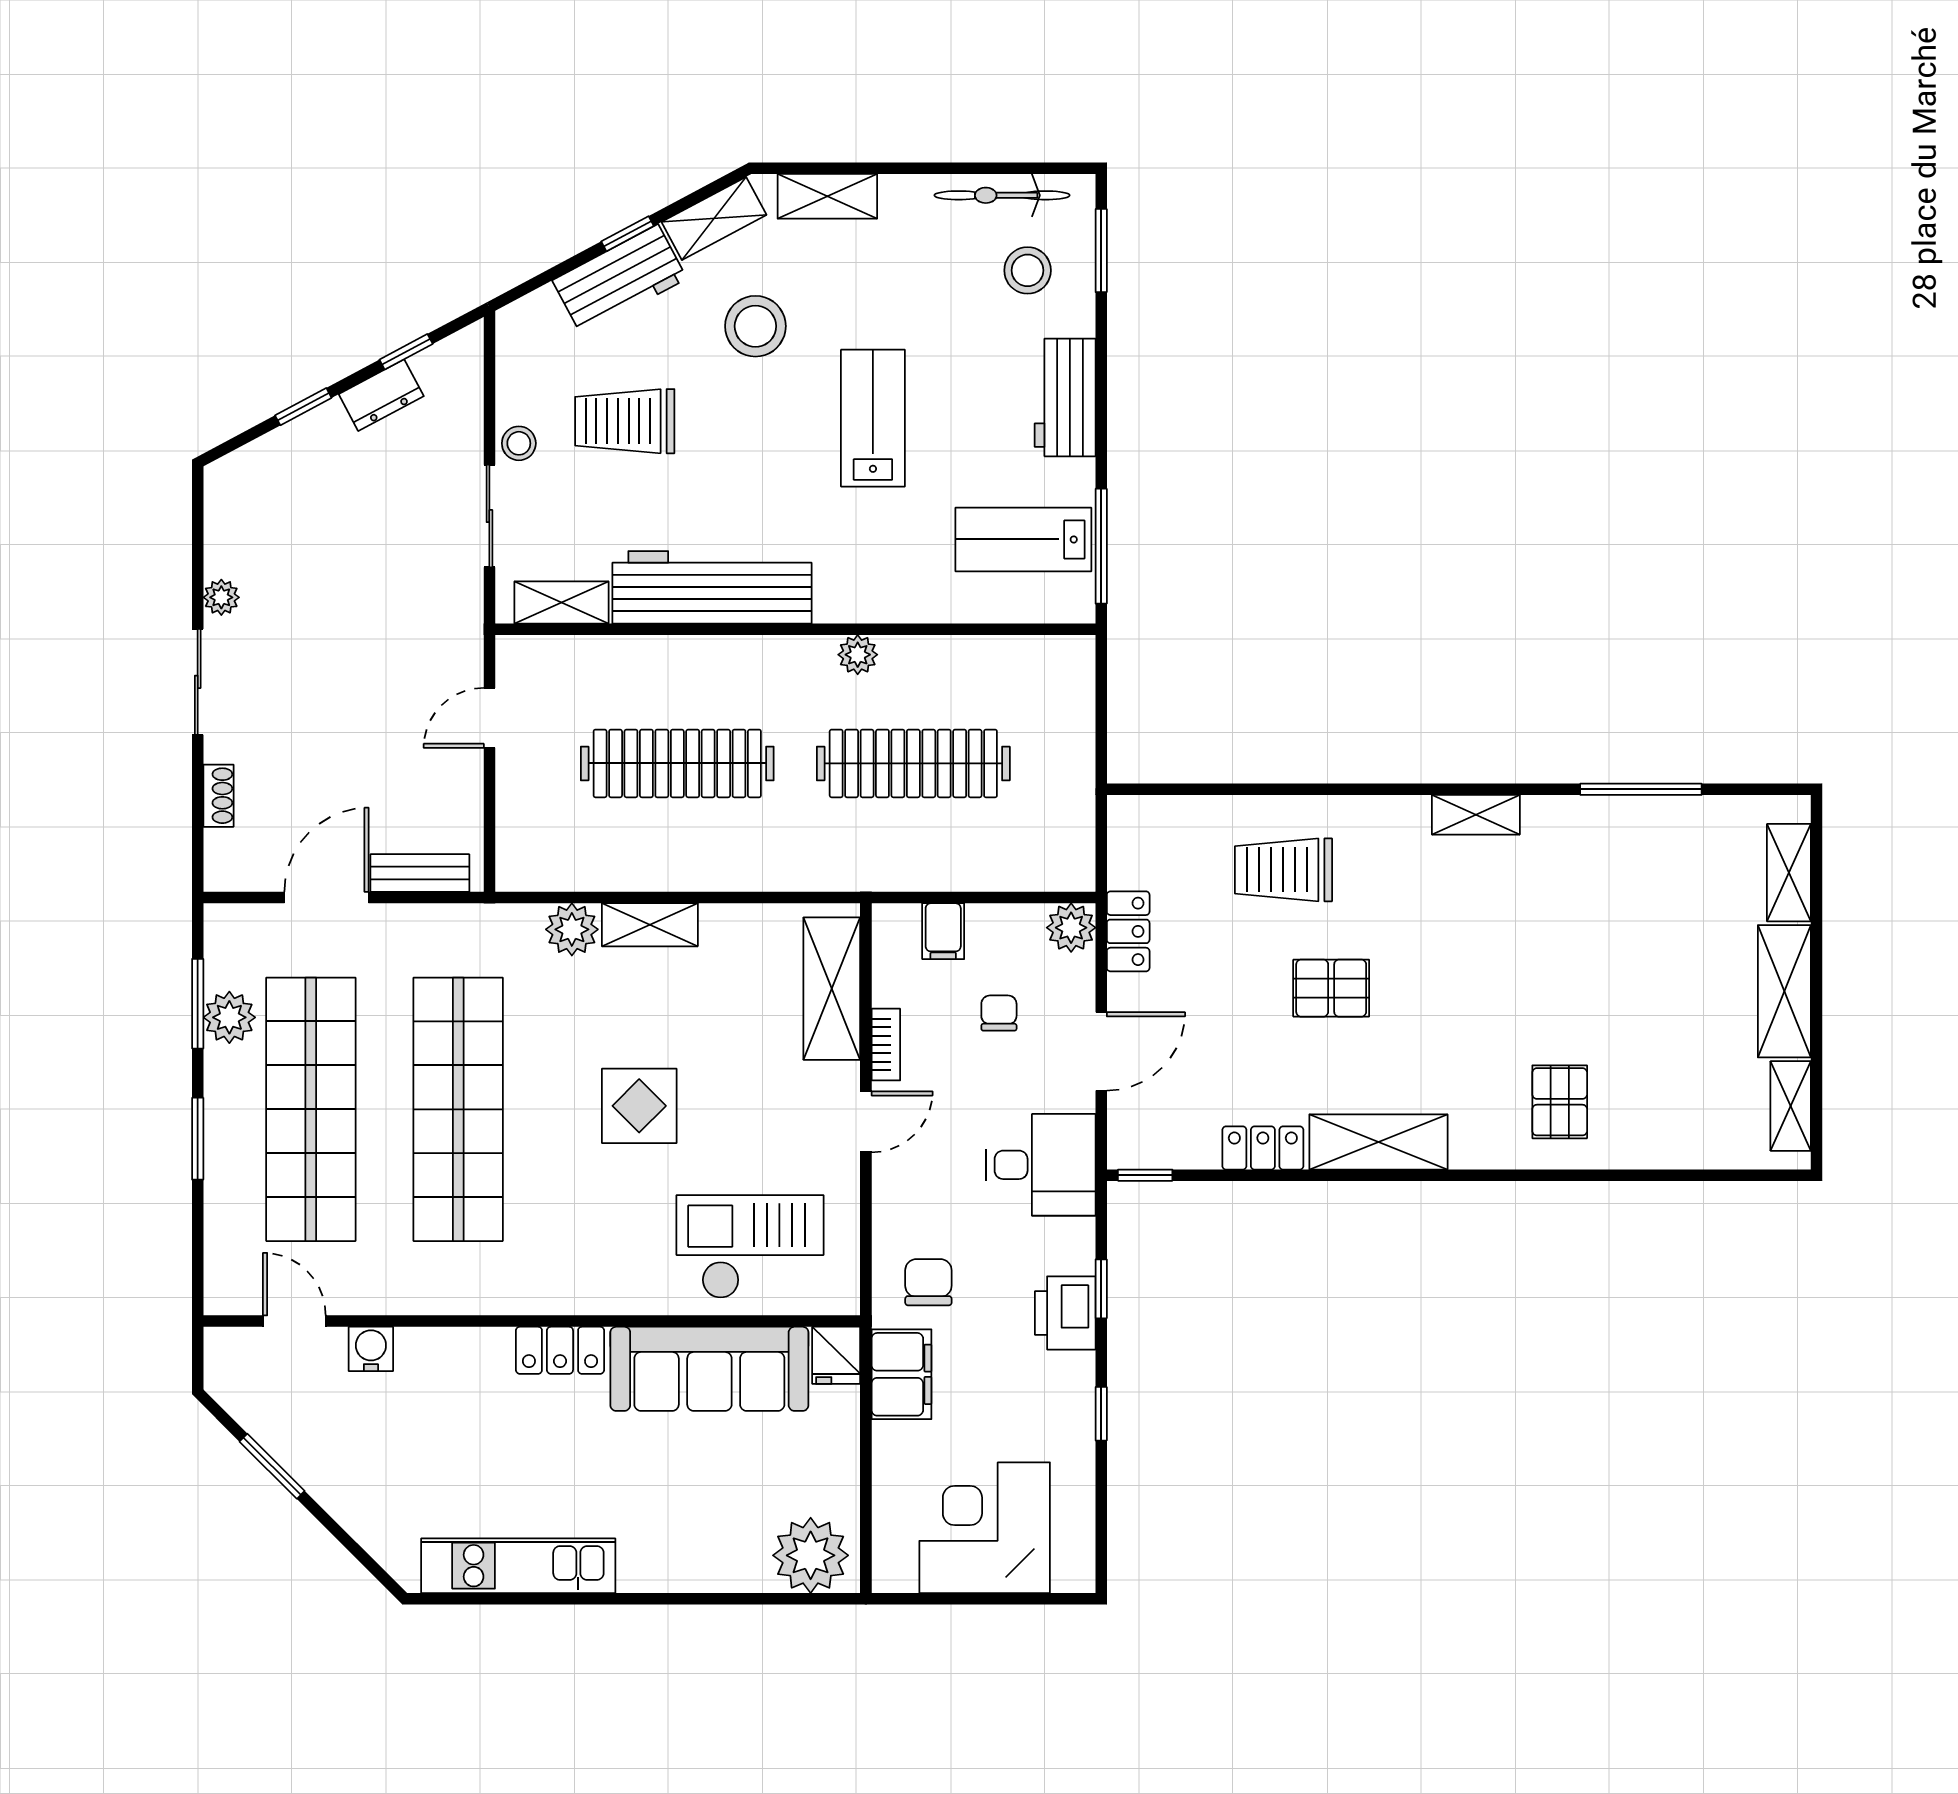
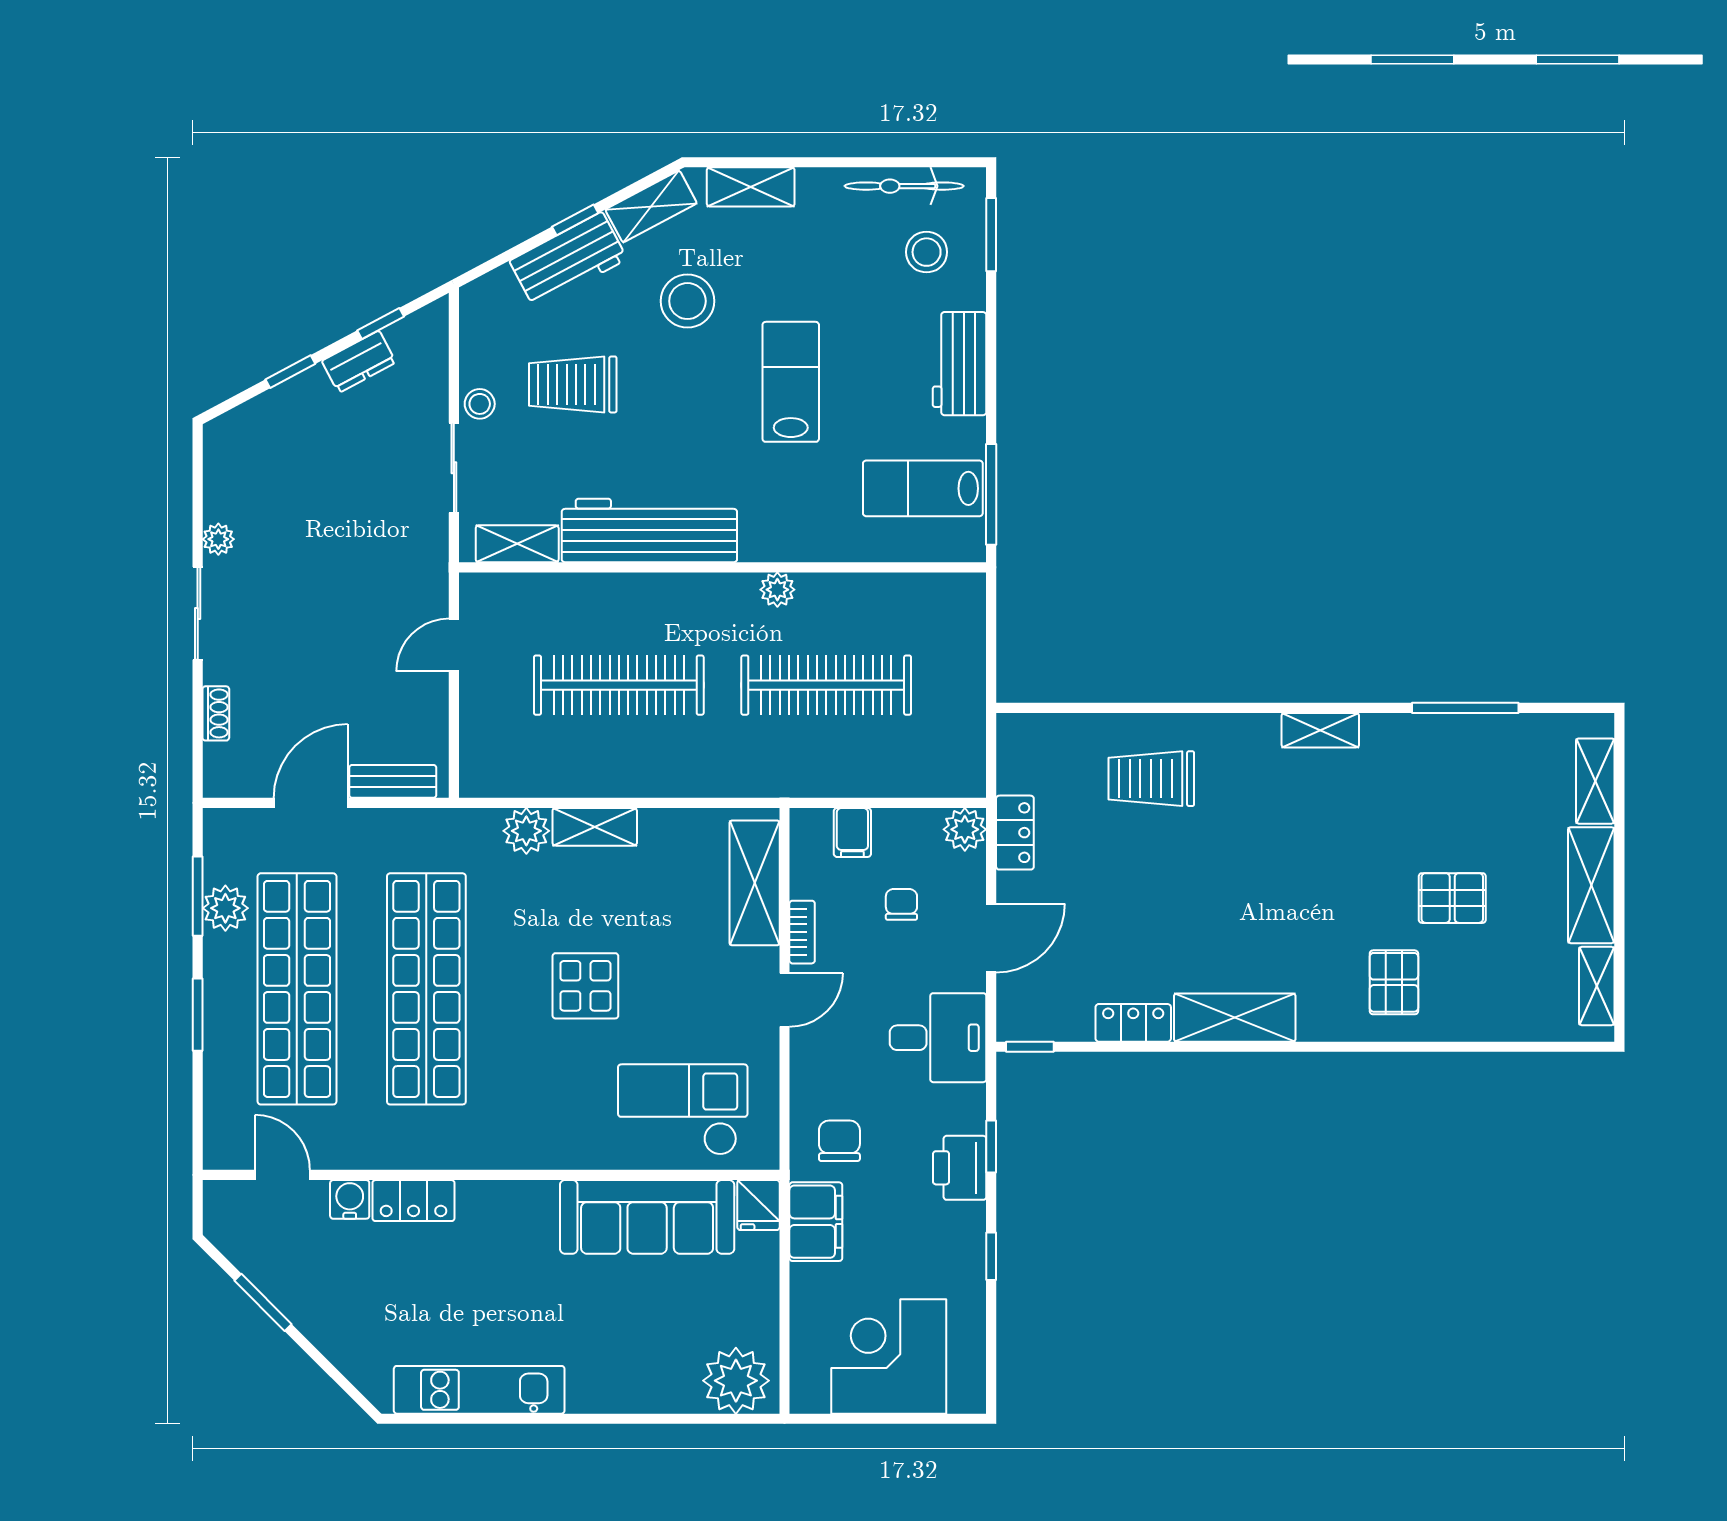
pallet: (1331, 988) -> (1452, 898), moved
locker: (560, 1350) -> (413, 1201), moved

